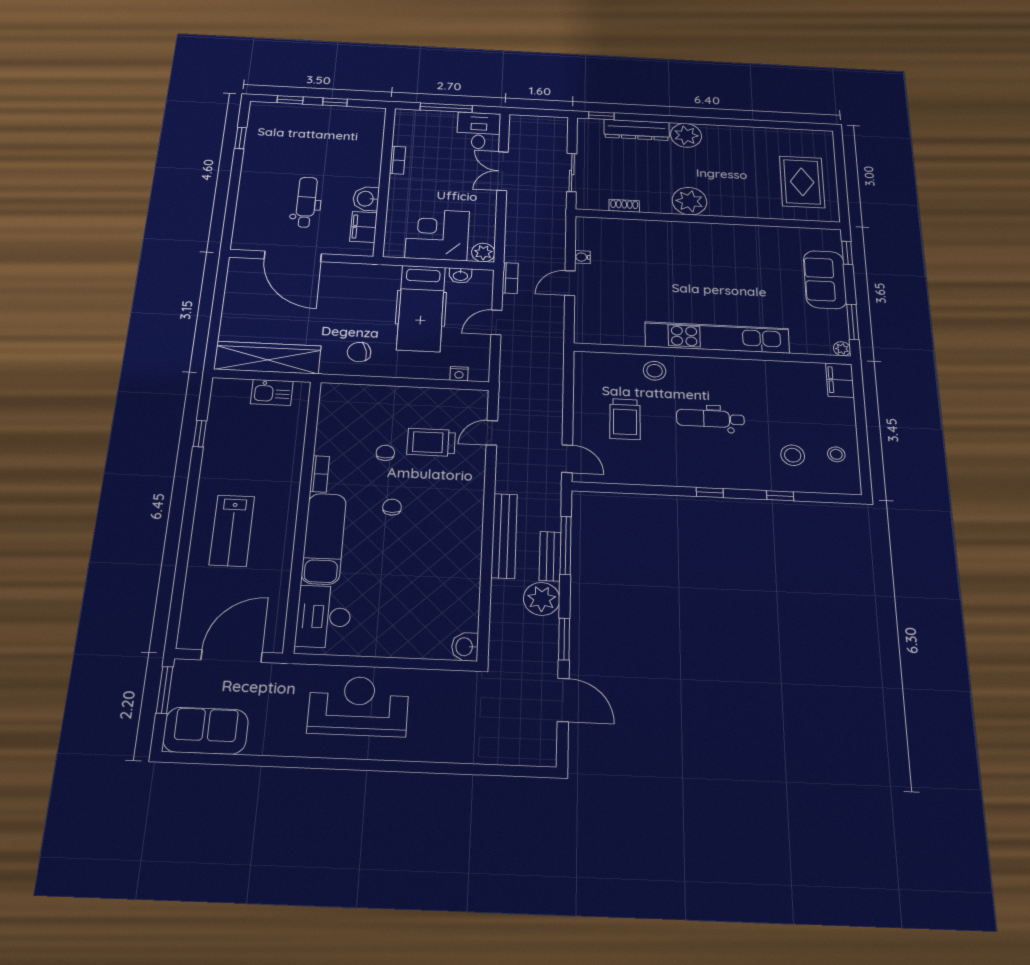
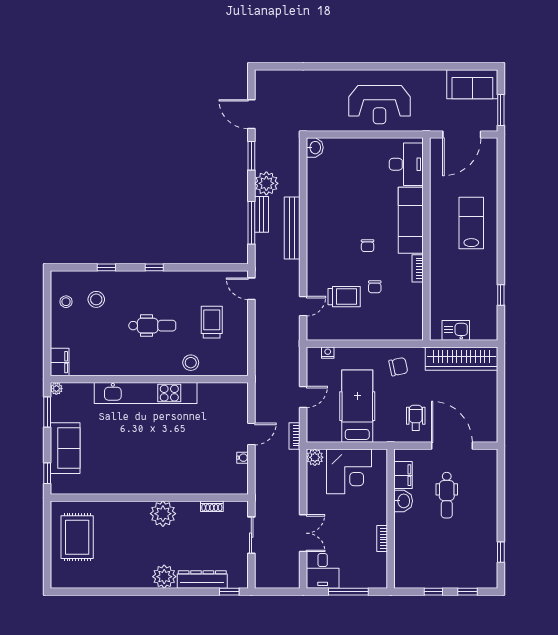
washbasin: (460, 276) -> (331, 436), removed
wheelchair: (340, 291) -> (416, 418), added

